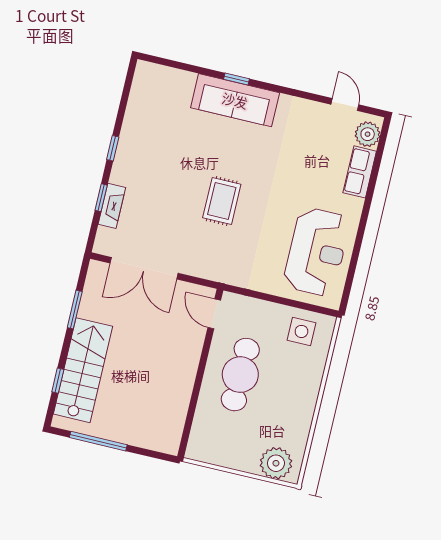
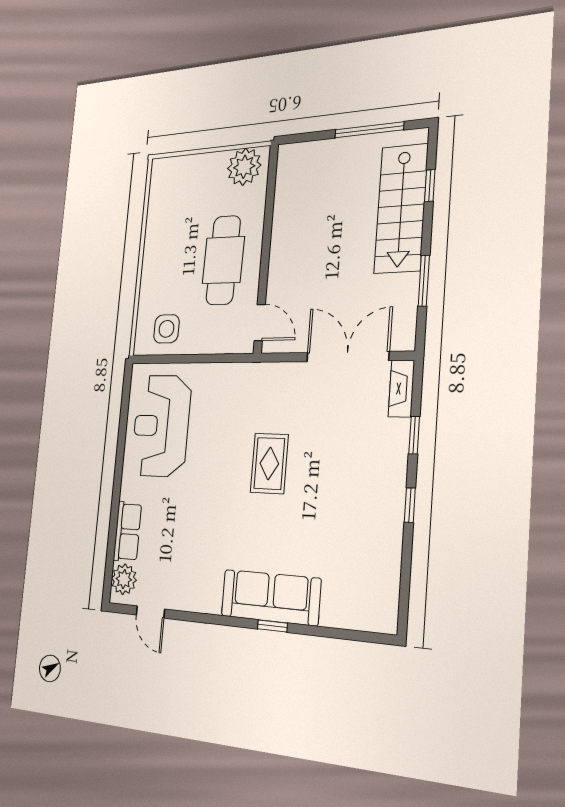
fireplace: (112, 206) -> (401, 389), moved
plant: (276, 463) -> (244, 167), moved

